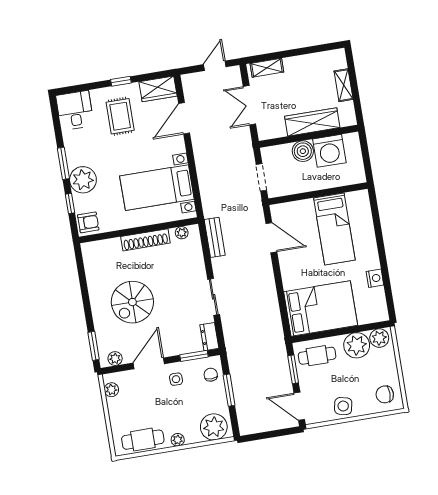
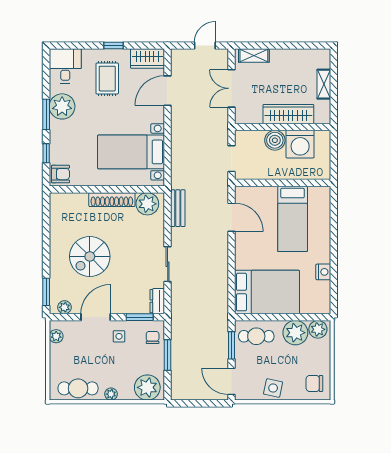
plant: (83, 180) -> (62, 106), moved
plant: (182, 233) -> (147, 204), width x1.88, depth x1.88

